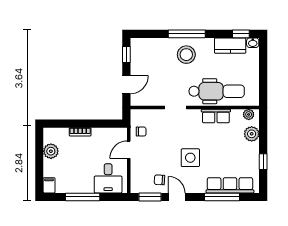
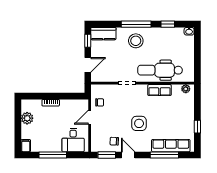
window: (241, 34) -> (168, 24), moved
kitchen counter: (230, 46) -> (103, 34), moved
dental chair: (217, 91) -> (160, 70), turned 180
plant: (252, 134) -> (188, 104), removed

